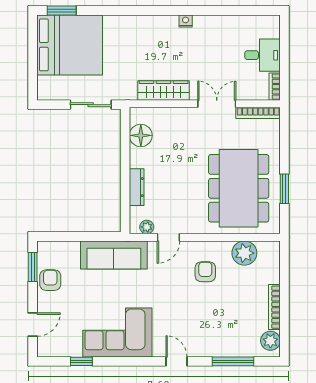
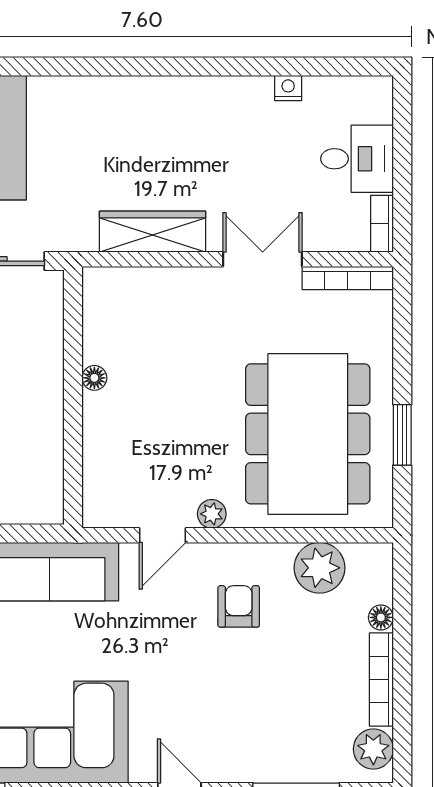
nightstand: (186, 21) -> (288, 88), moved
floor lamp: (141, 135) -> (94, 378), moved, width x0.53, depth x0.53
dresser: (137, 187) -> (97, 431), removed
plant: (147, 227) -> (212, 514), moved
floor lamp: (274, 277) -> (381, 617), added

